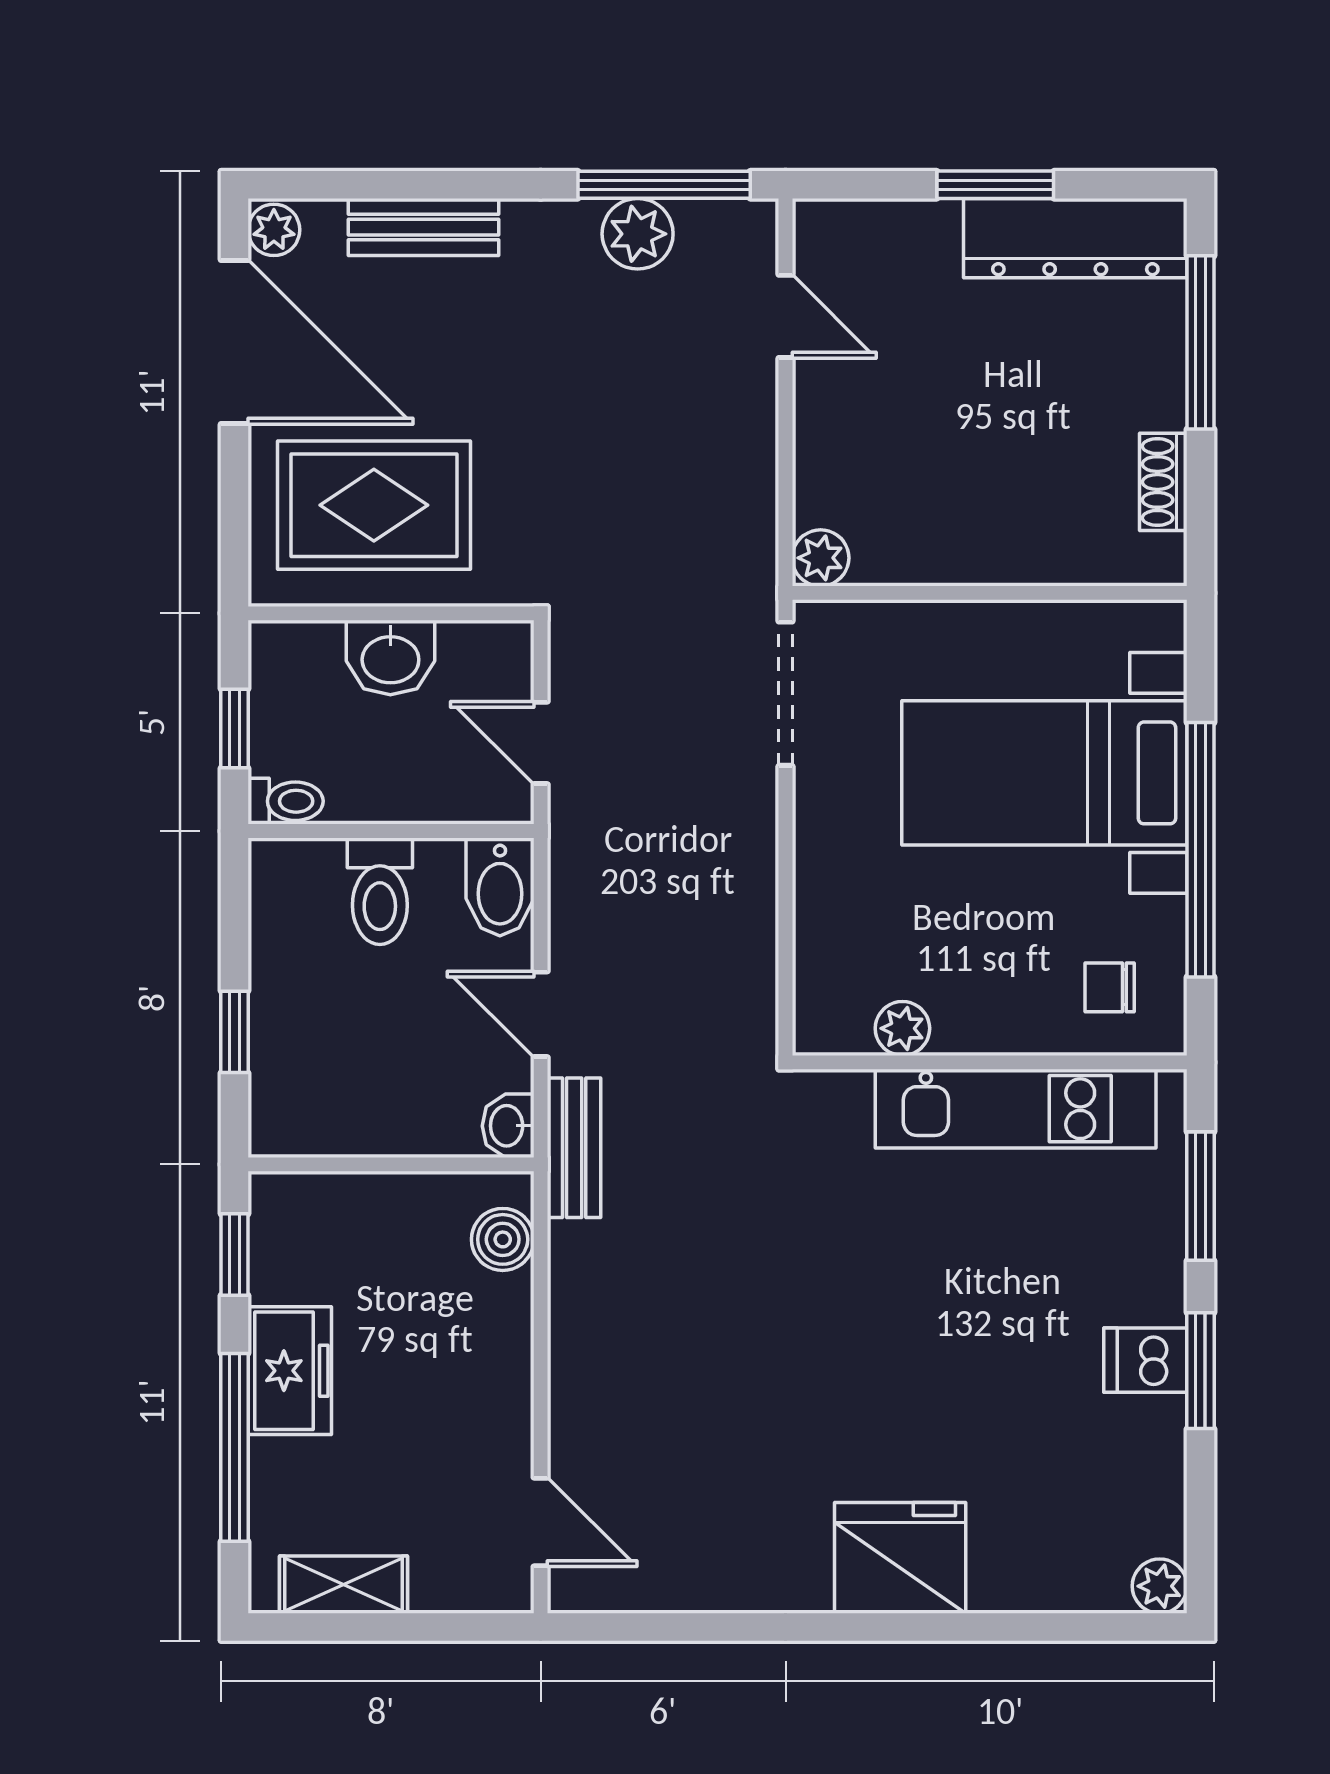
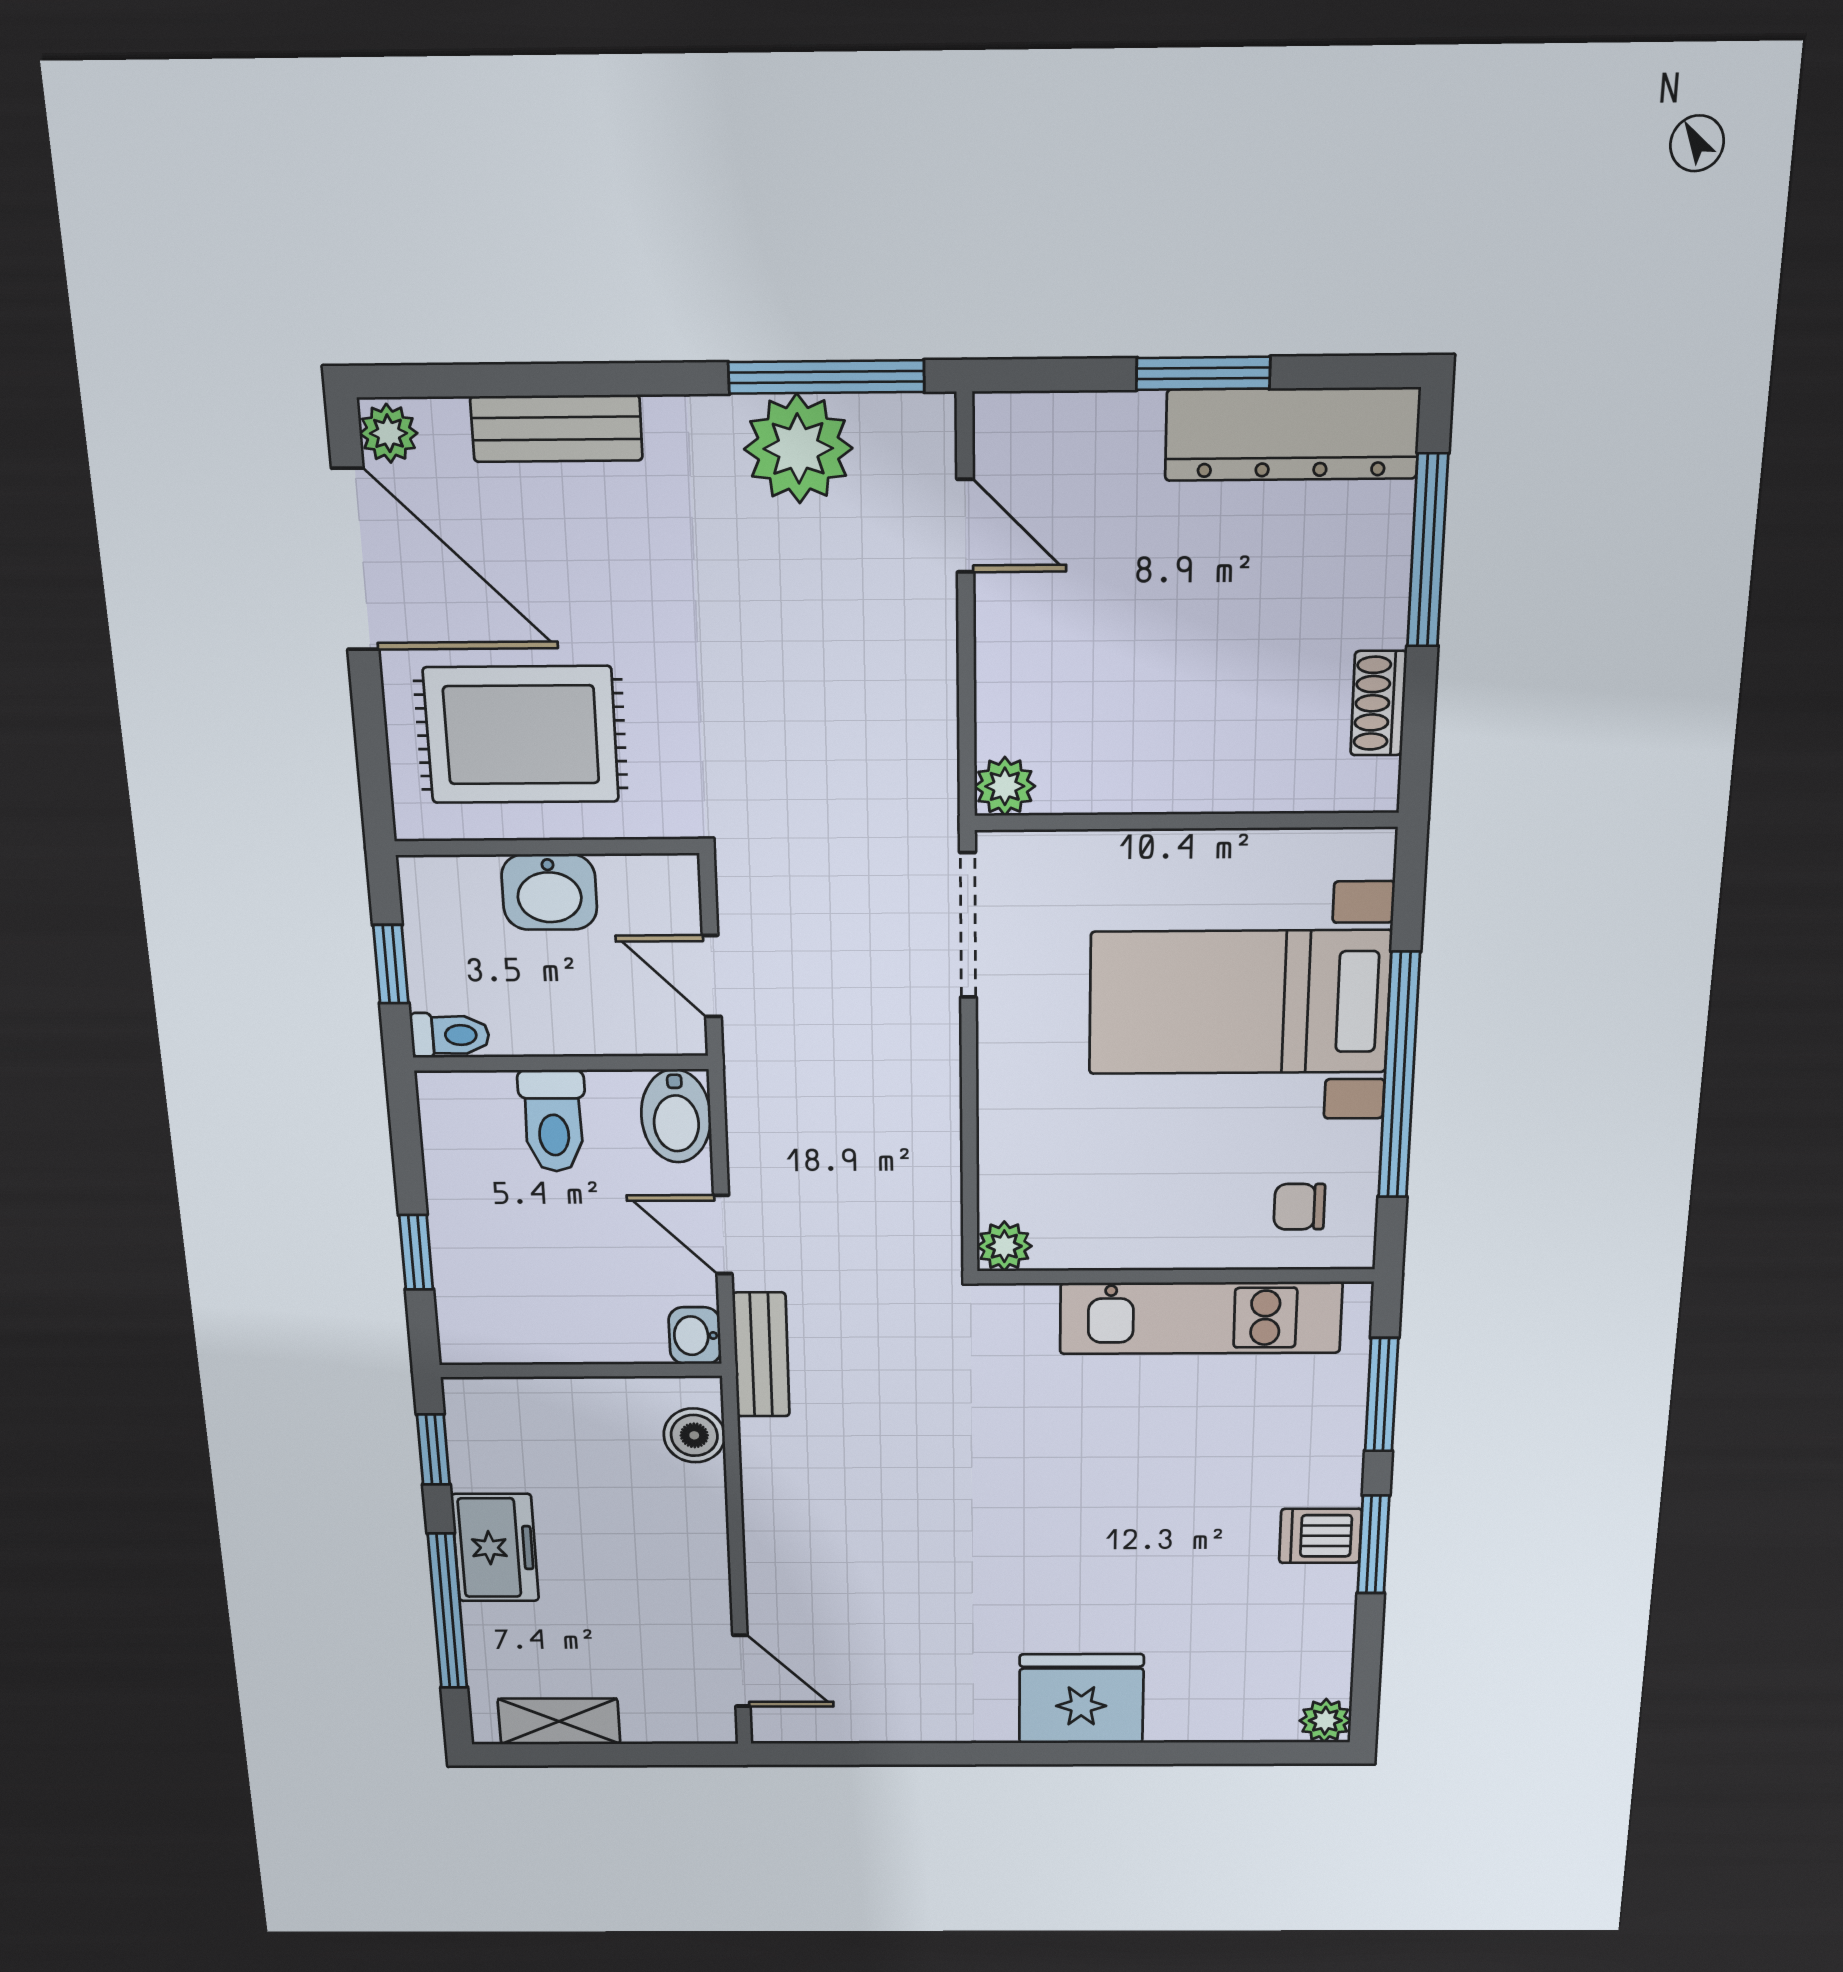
plant: (638, 234) -> (798, 449), width x1.36, depth x1.36
plant: (902, 1028) -> (1004, 1246), moved

